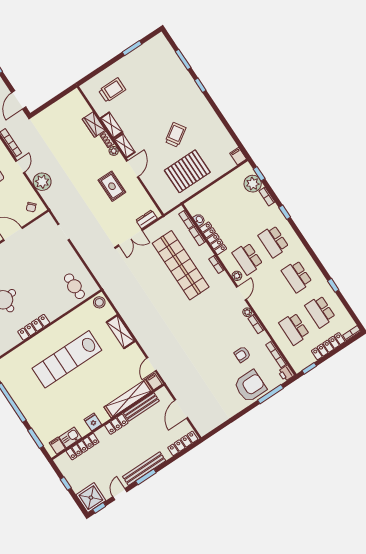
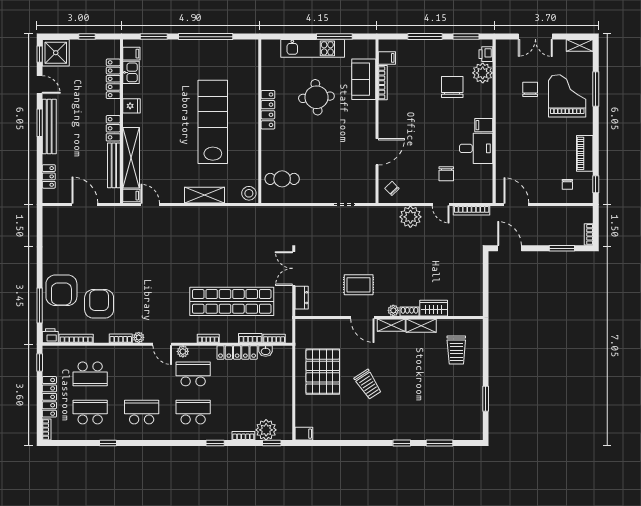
school desk: (294, 329) -> (90, 374), turned 180
armchair: (242, 354) -> (99, 304), width x1.88, depth x1.88
locker: (183, 443) -> (49, 176), width x0.66

